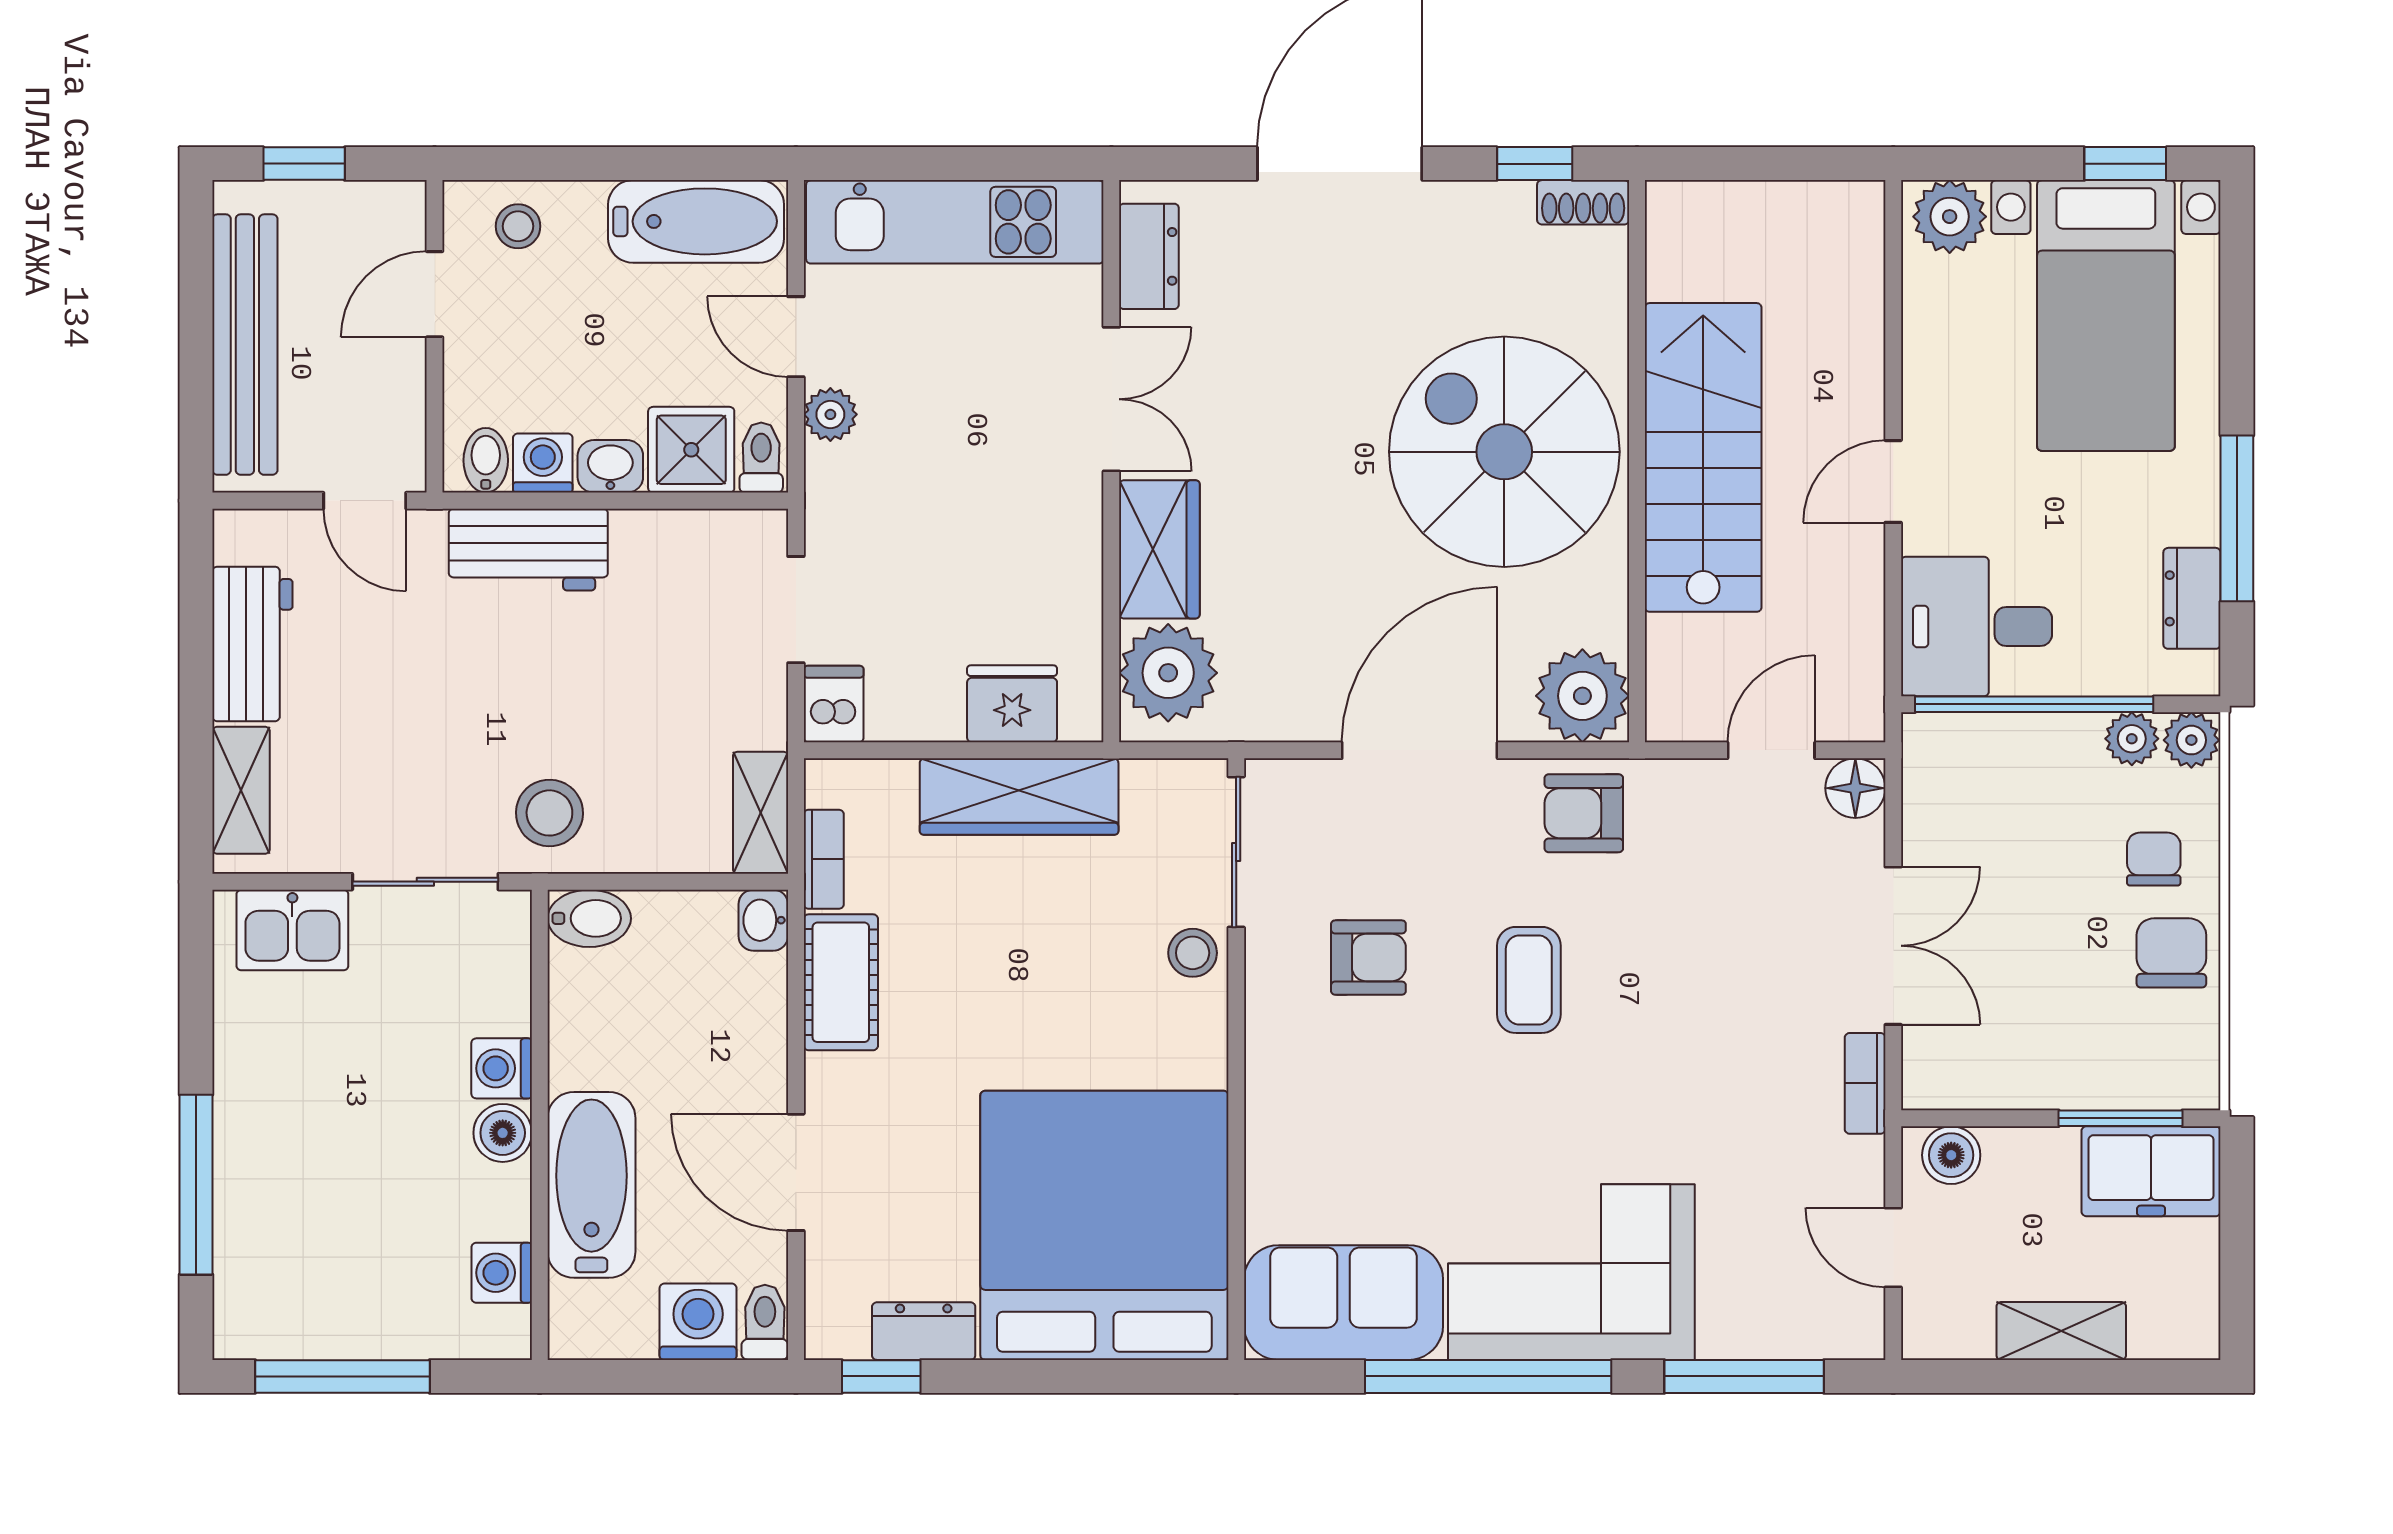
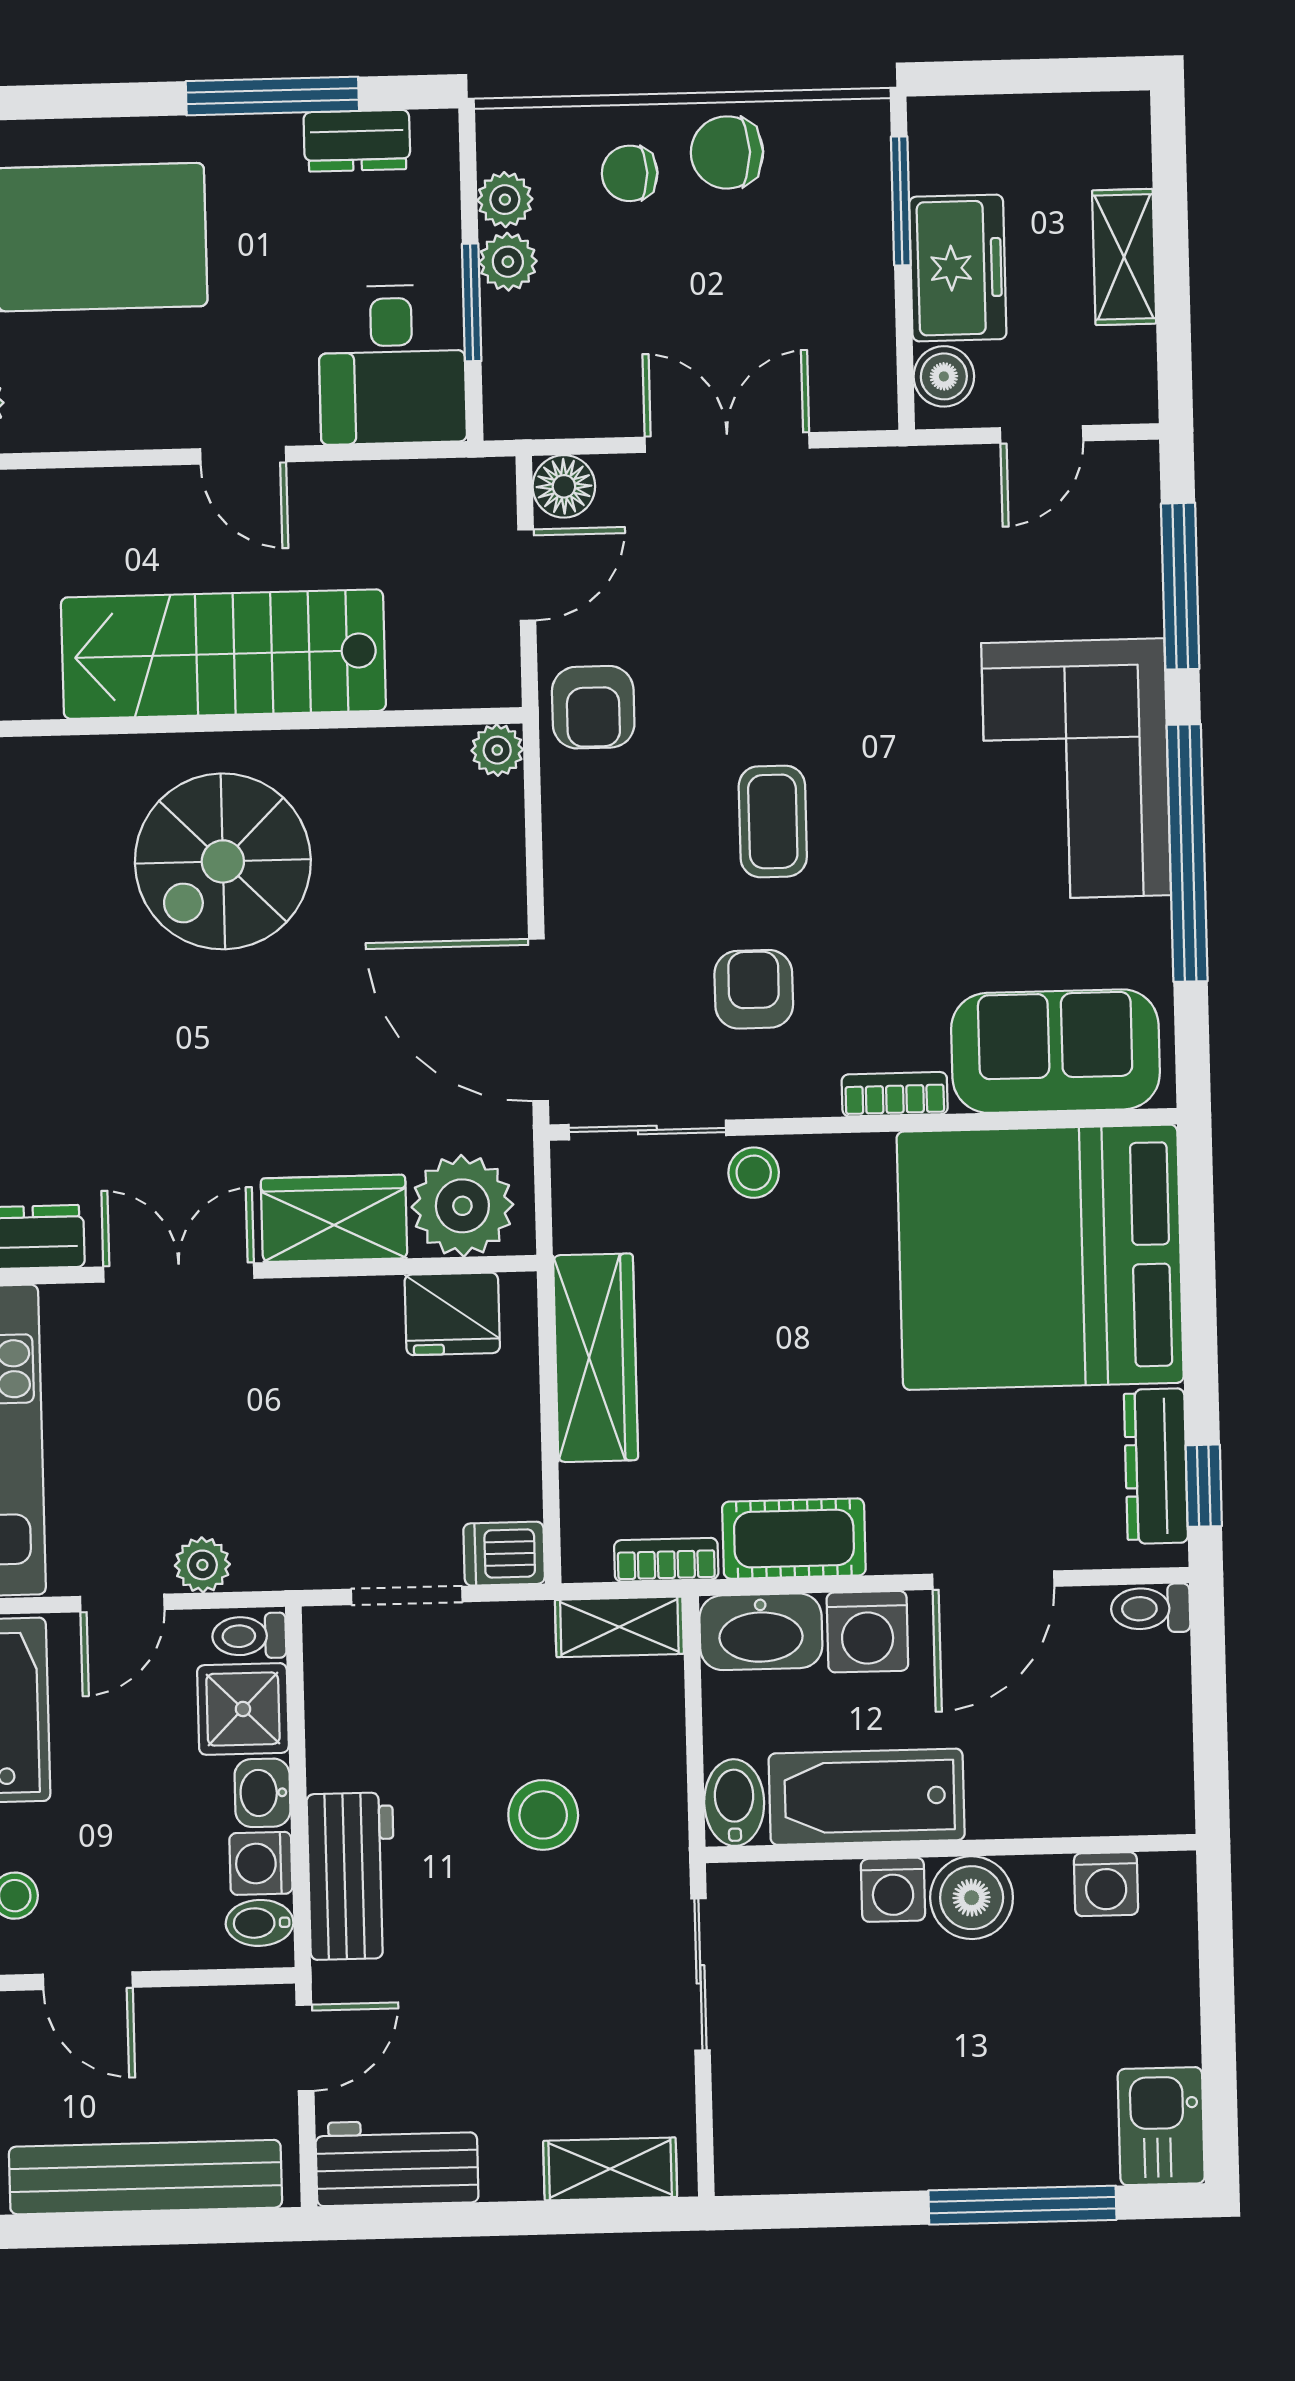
spiral stairs: (1504, 452) -> (223, 861), width x0.73, depth x0.73
workbench: (252, 644) -> (397, 2163), moved
plant: (1582, 696) -> (497, 750), width x0.53, depth x0.53
fridge: (1012, 704) -> (452, 1314), moved, turned -90
window: (2034, 704) -> (472, 302), width x0.47
plant: (2191, 740) -> (508, 262), moved
door: (1420, 750) -> (538, 1020), moved
door: (1771, 750) -> (527, 575), swing flipped
stool: (549, 813) -> (543, 1815), moved
armchair: (1584, 813) -> (593, 707), moved
washbasin: (763, 920) -> (761, 1632), width x1.91, depth x1.45
kitchen sink: (292, 930) -> (1161, 2126), moved, turned 180
coffee table: (1529, 980) -> (773, 821), turned 90
bookcase: (1865, 1083) -> (895, 1094), moved, turned 180
boiler: (503, 1133) -> (972, 1898), width x1.36, depth x1.36
freezer: (2151, 1171) -> (958, 268), moved
bathtub: (591, 1185) -> (867, 1797), moved
sofa: (1343, 1303) -> (1055, 1051), moved, turned 90
washing machine: (698, 1322) -> (867, 1632), moved, turned -90
dresser: (924, 1331) -> (1156, 1466), width x1.44
window: (342, 1376) -> (1218, 2047), removed

